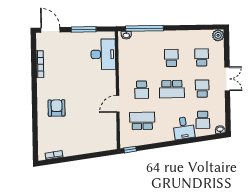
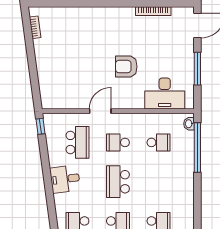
school desk: (171, 58) -> (158, 142), moved
door: (118, 104) -> (100, 111), hinge flipped
armchair: (57, 108) -> (126, 67), moved, turned 180
desk: (184, 128) -> (65, 179), moved

